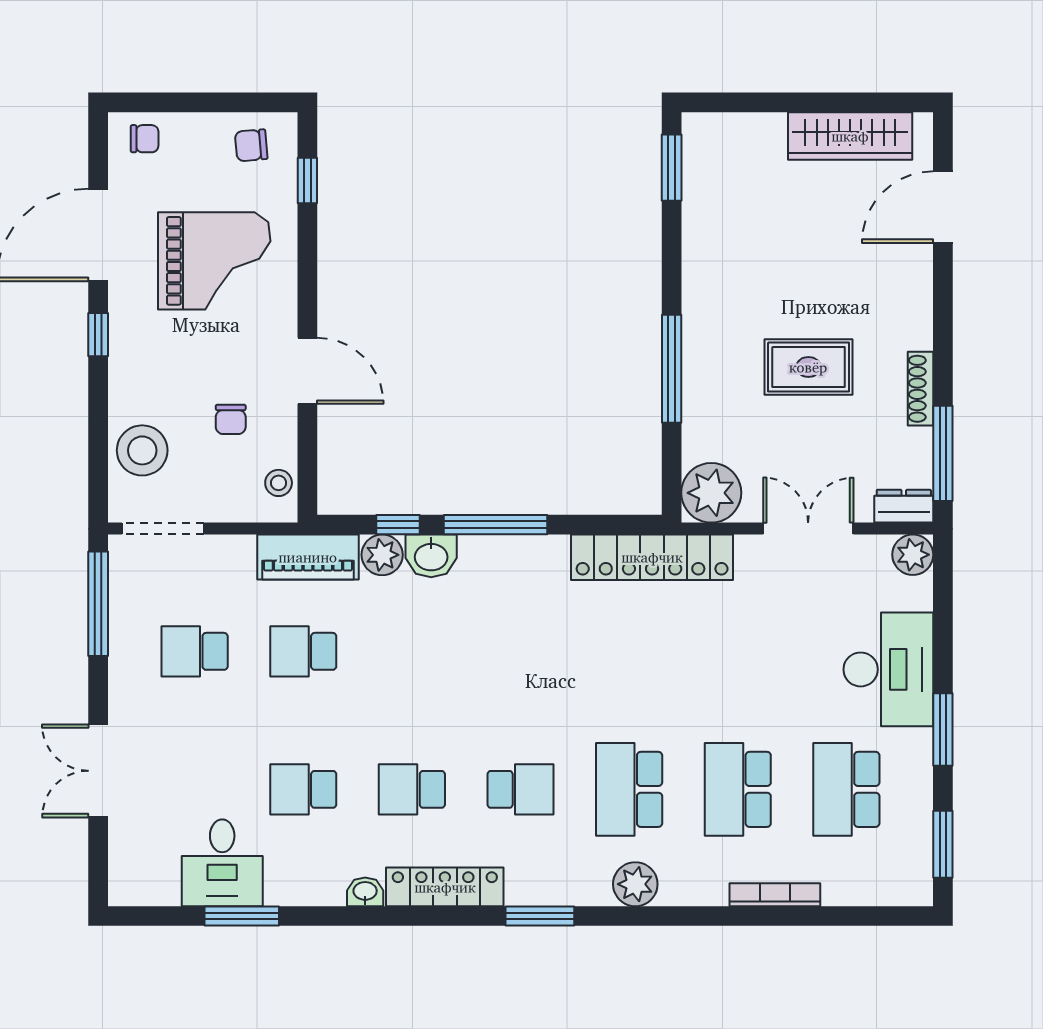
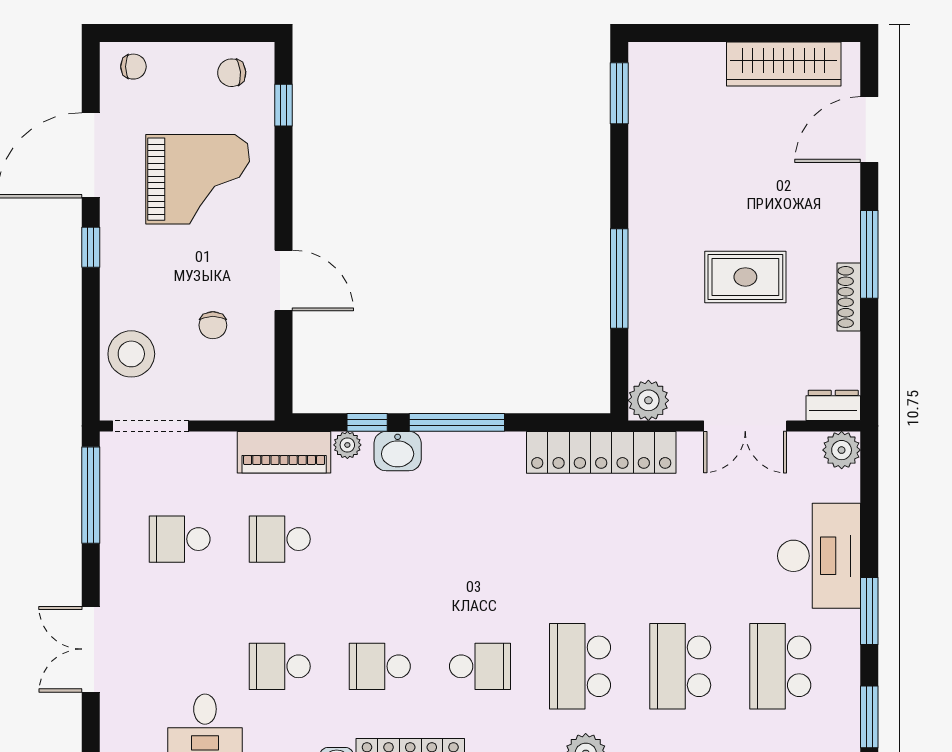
window: (943, 453) -> (869, 254), moved
stool: (279, 483) -> (257, 384), removed
plant: (711, 493) -> (648, 400), width x0.73, depth x0.73
double door: (808, 529) -> (745, 426), swing flipped
plant: (382, 555) -> (347, 445), width x0.73, depth x0.73

